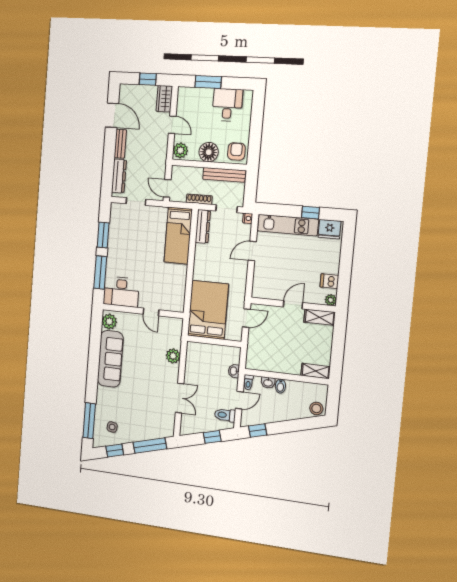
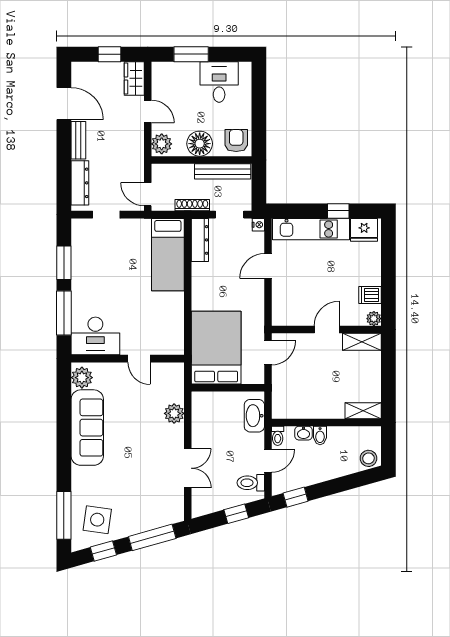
washbasin: (234, 371) -> (254, 416), width x1.91, depth x1.45
side table: (112, 427) -> (97, 520), width x1.87, depth x1.87

